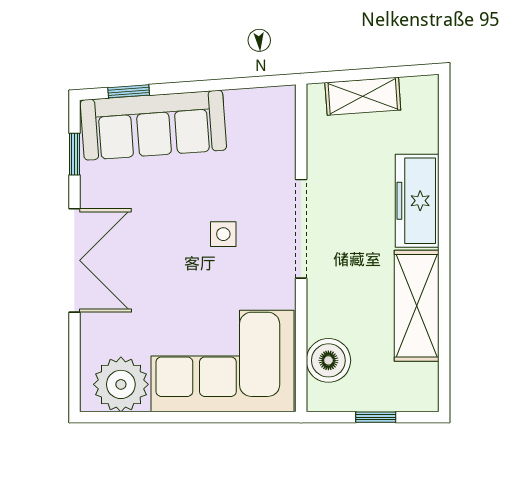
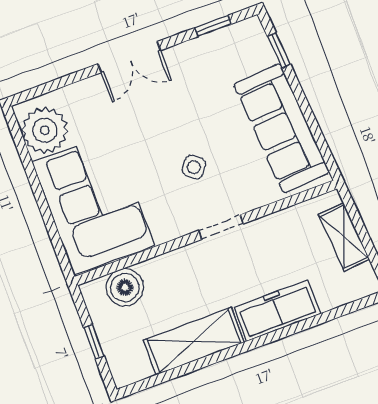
sofa: (153, 125) -> (282, 128), moved
doorway: (301, 229) -> (221, 227), width x0.53
side table: (223, 234) -> (194, 167), turned 38
double door: (74, 260) -> (129, 57), width x0.73

